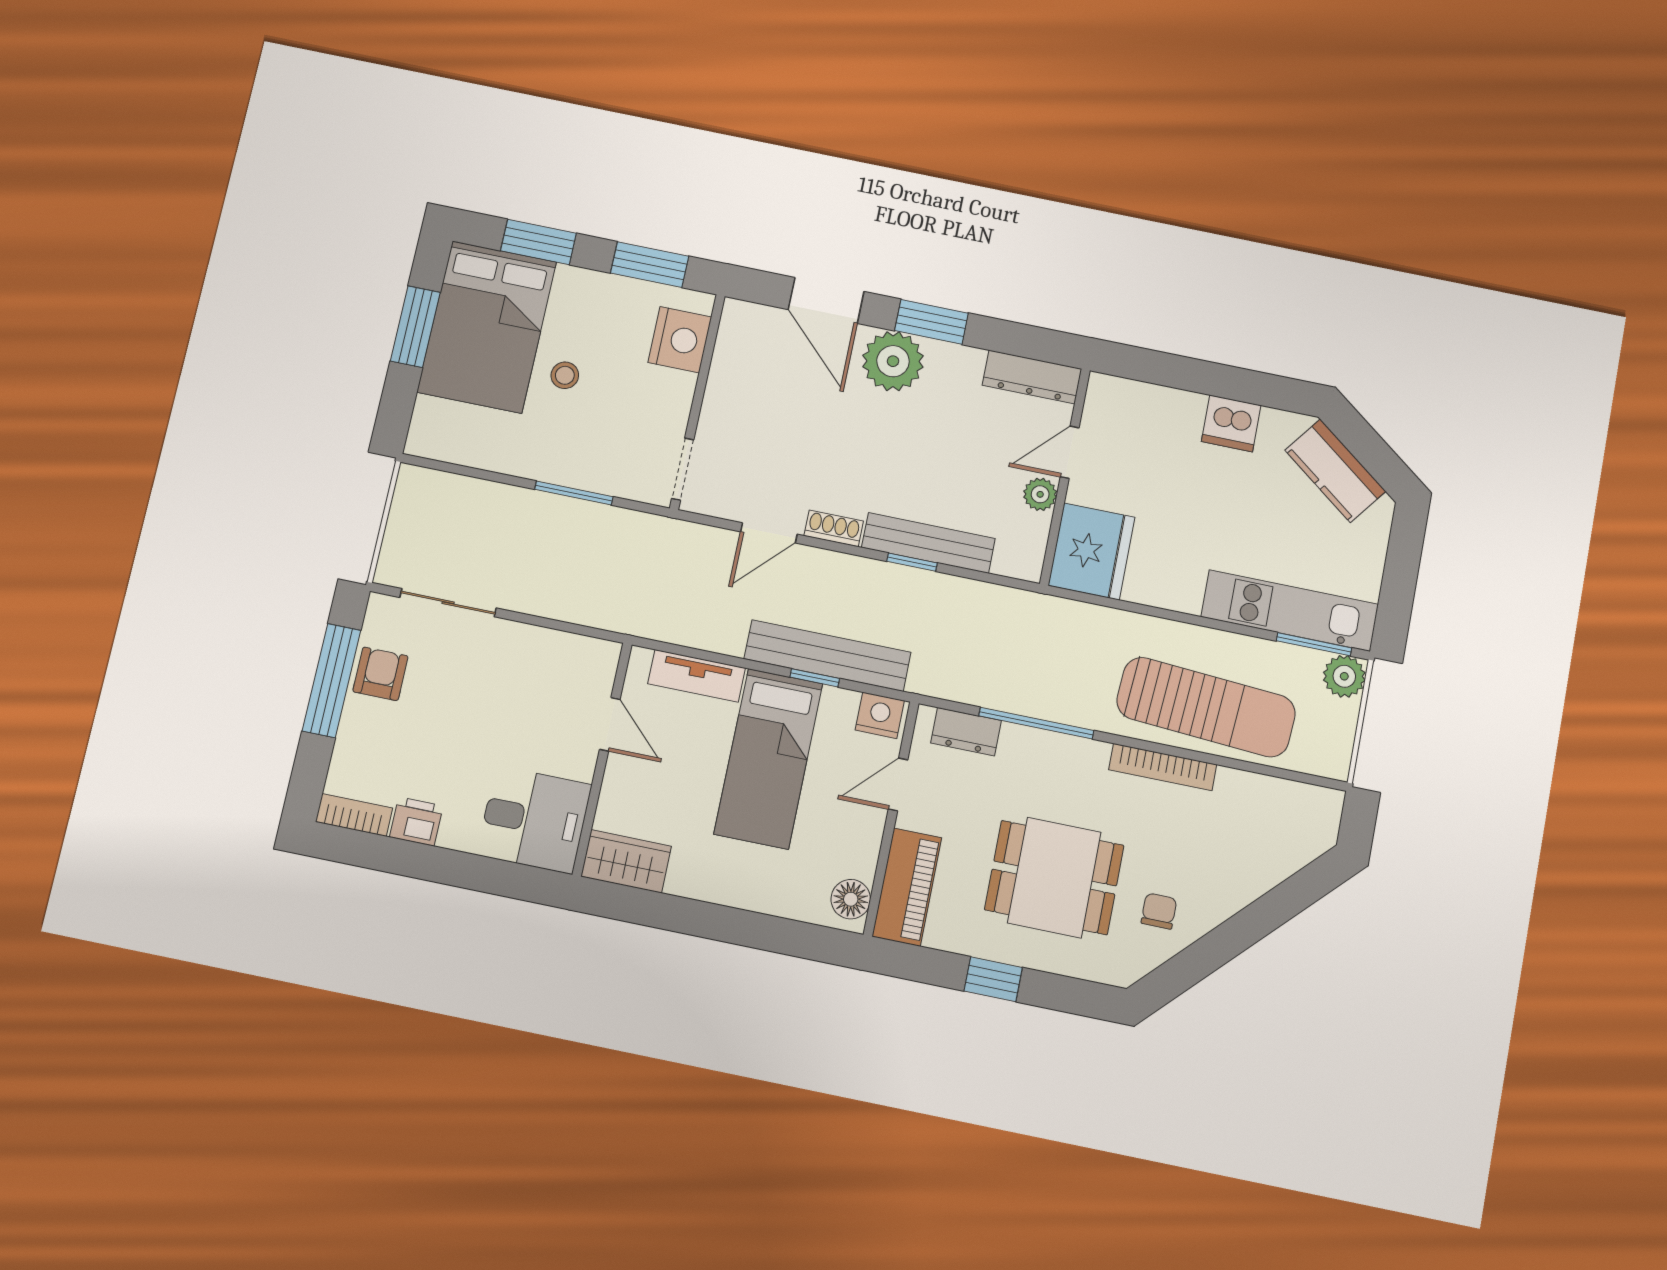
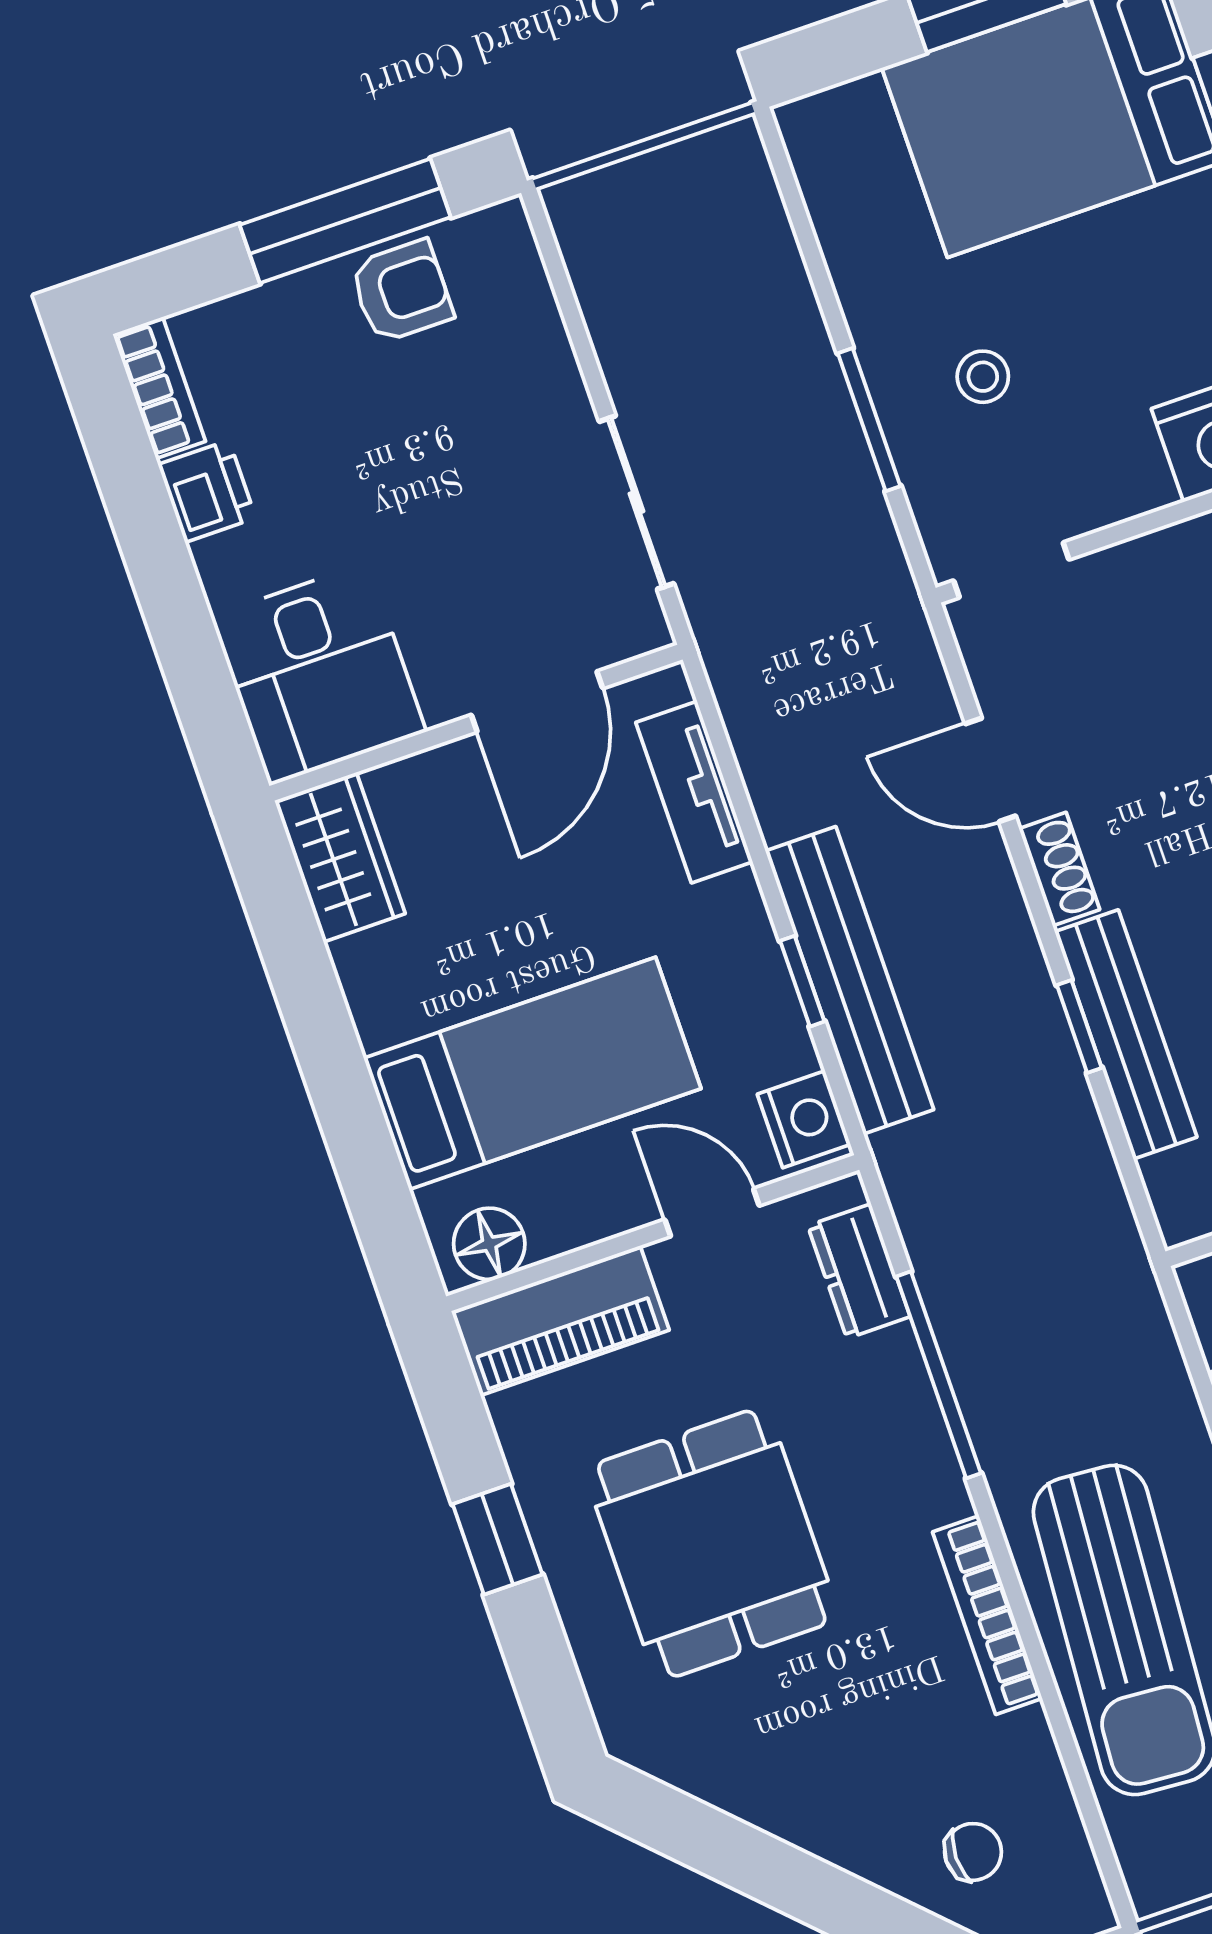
stool: (565, 375) -> (983, 377), moved
sliding door: (448, 603) -> (636, 502), moved
door: (610, 724) -> (537, 702), width x1.38
bed: (768, 759) -> (532, 1073), moved, turned 180
chair: (1159, 911) -> (973, 1852), moved

